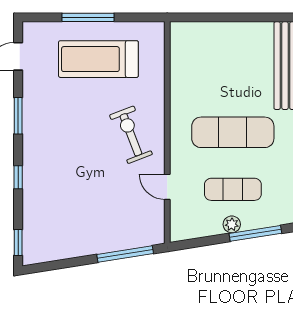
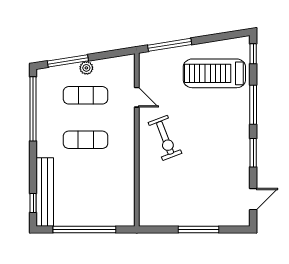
window: (234, 17) -> (84, 230), added
treadmill: (98, 59) -> (214, 73), moved, turned 180
exercise mat: (233, 132) -> (86, 140), width x0.73, depth x0.69
window: (18, 177) -> (253, 105), width x2.17

